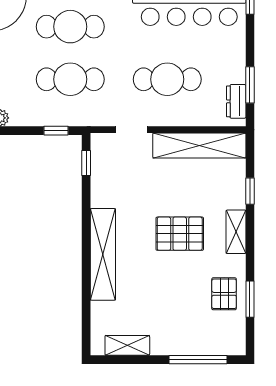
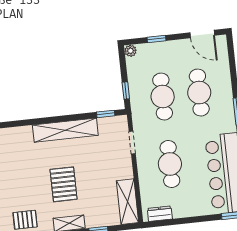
window: (250, 85) -> (172, 222), removed
shelving: (199, 145) -> (127, 202), width x0.68
shelving: (103, 254) -> (65, 130), moved

